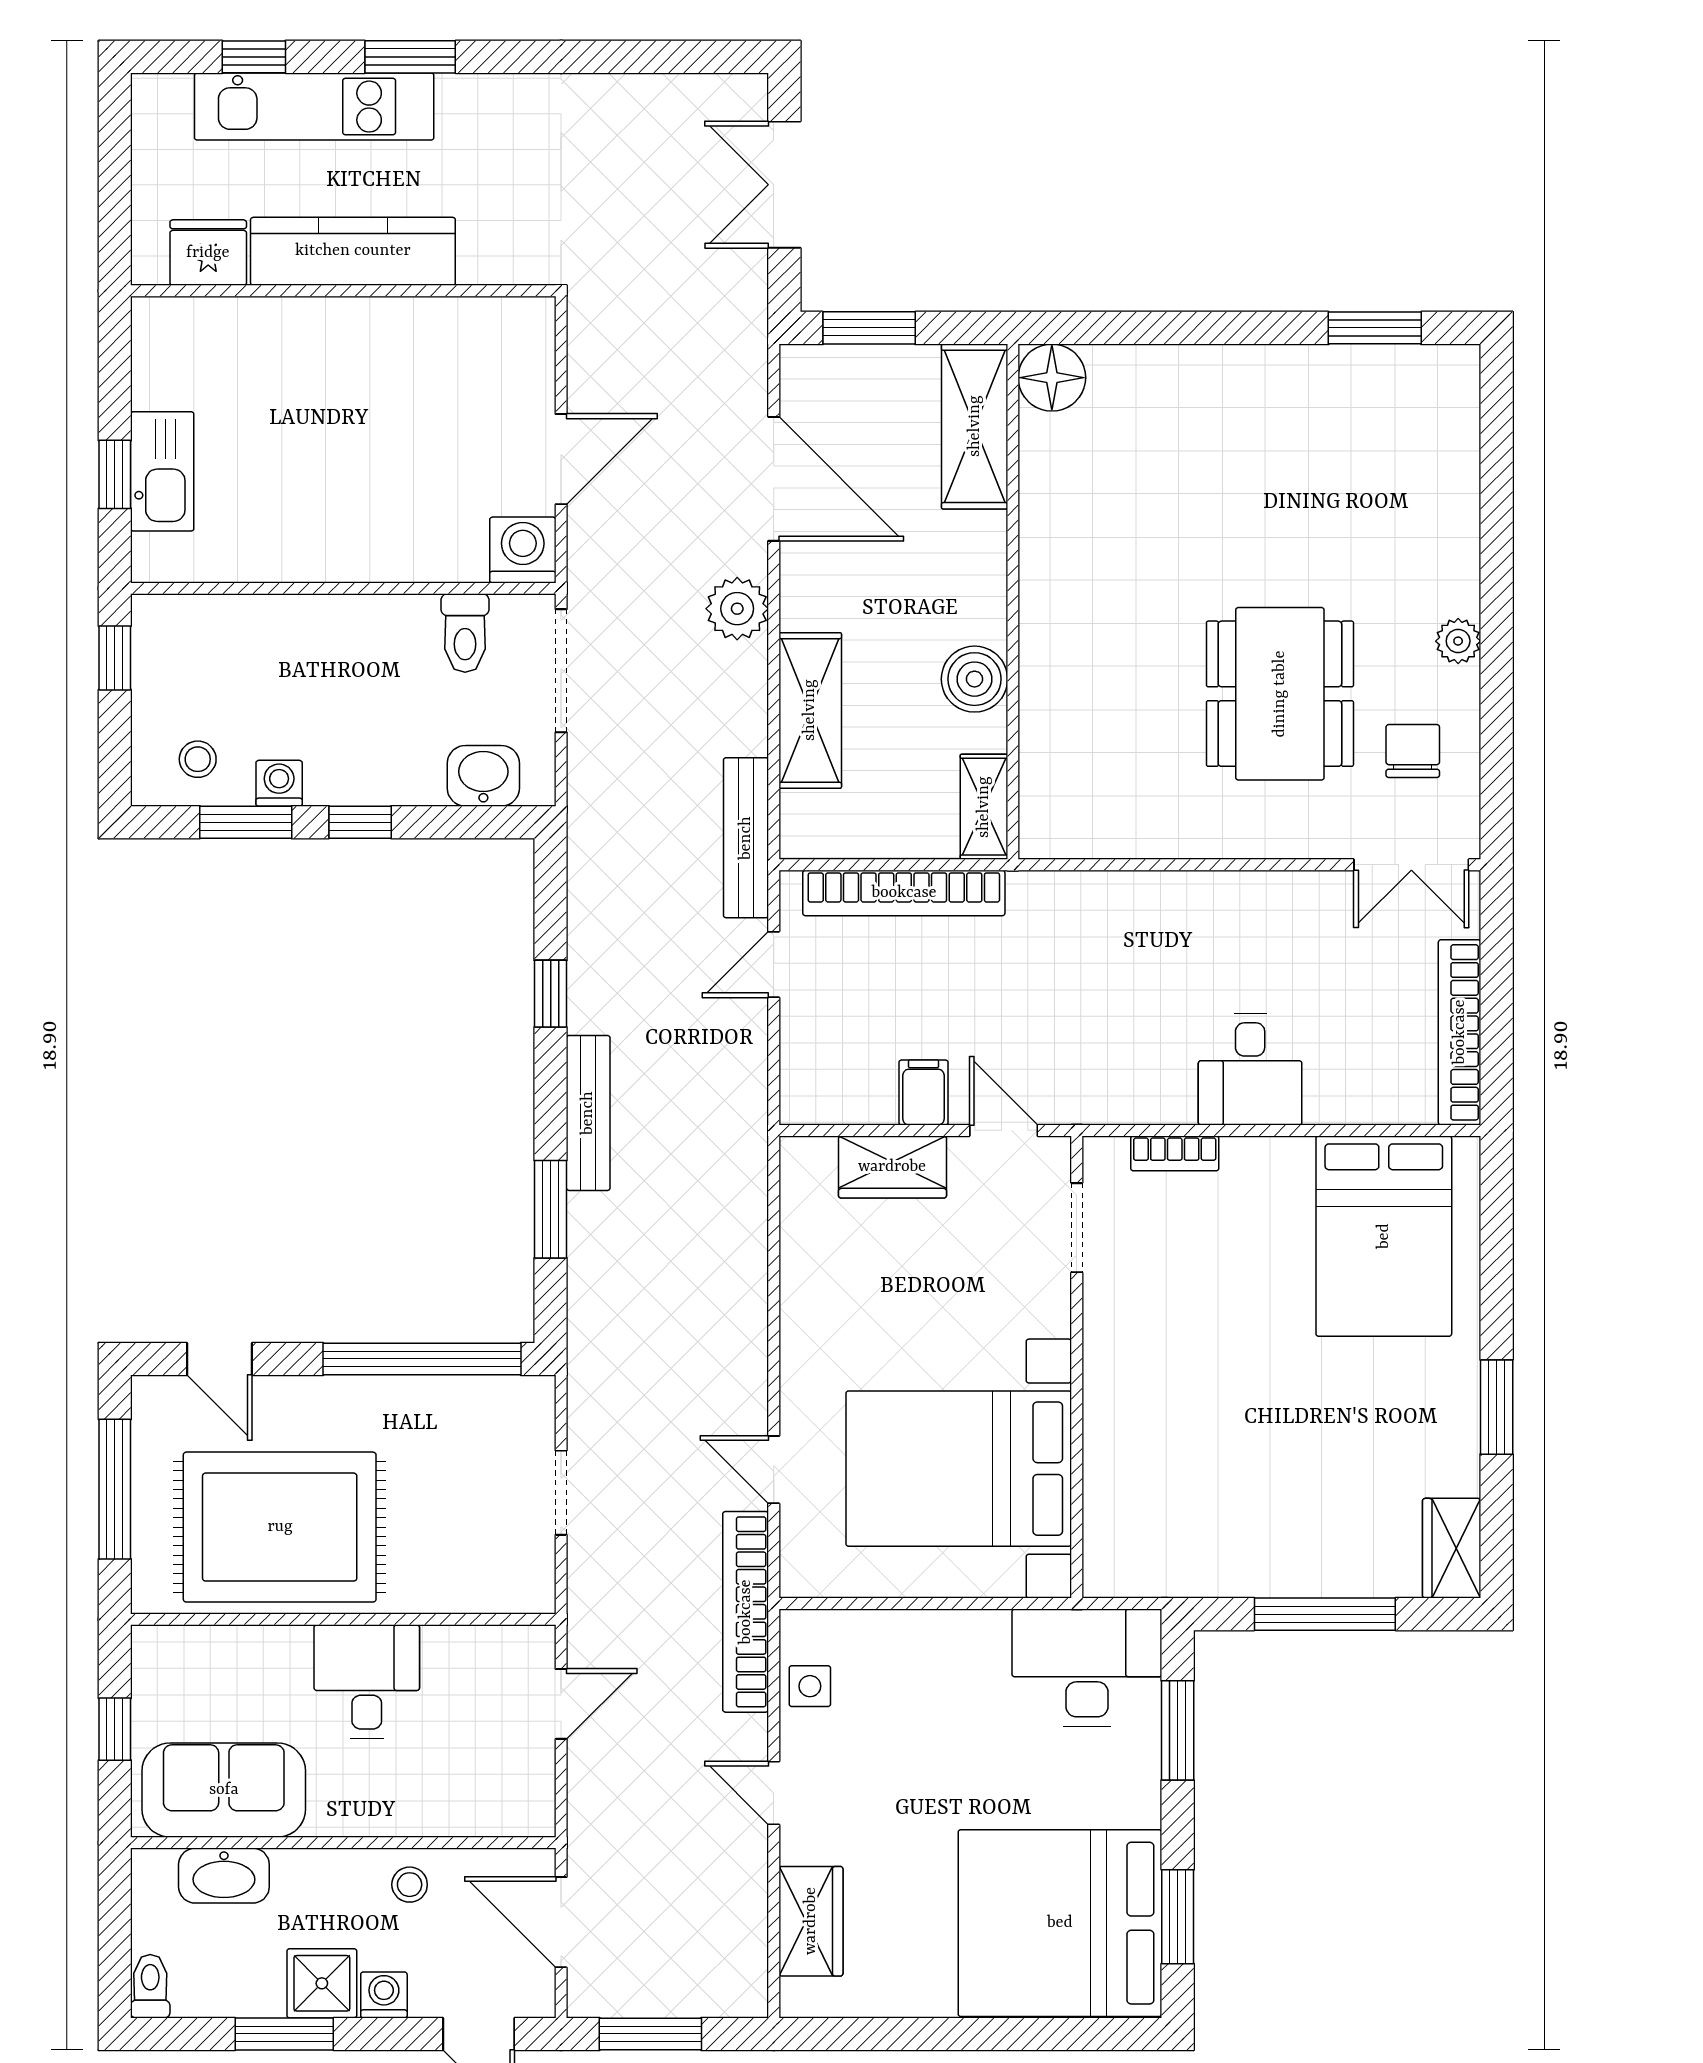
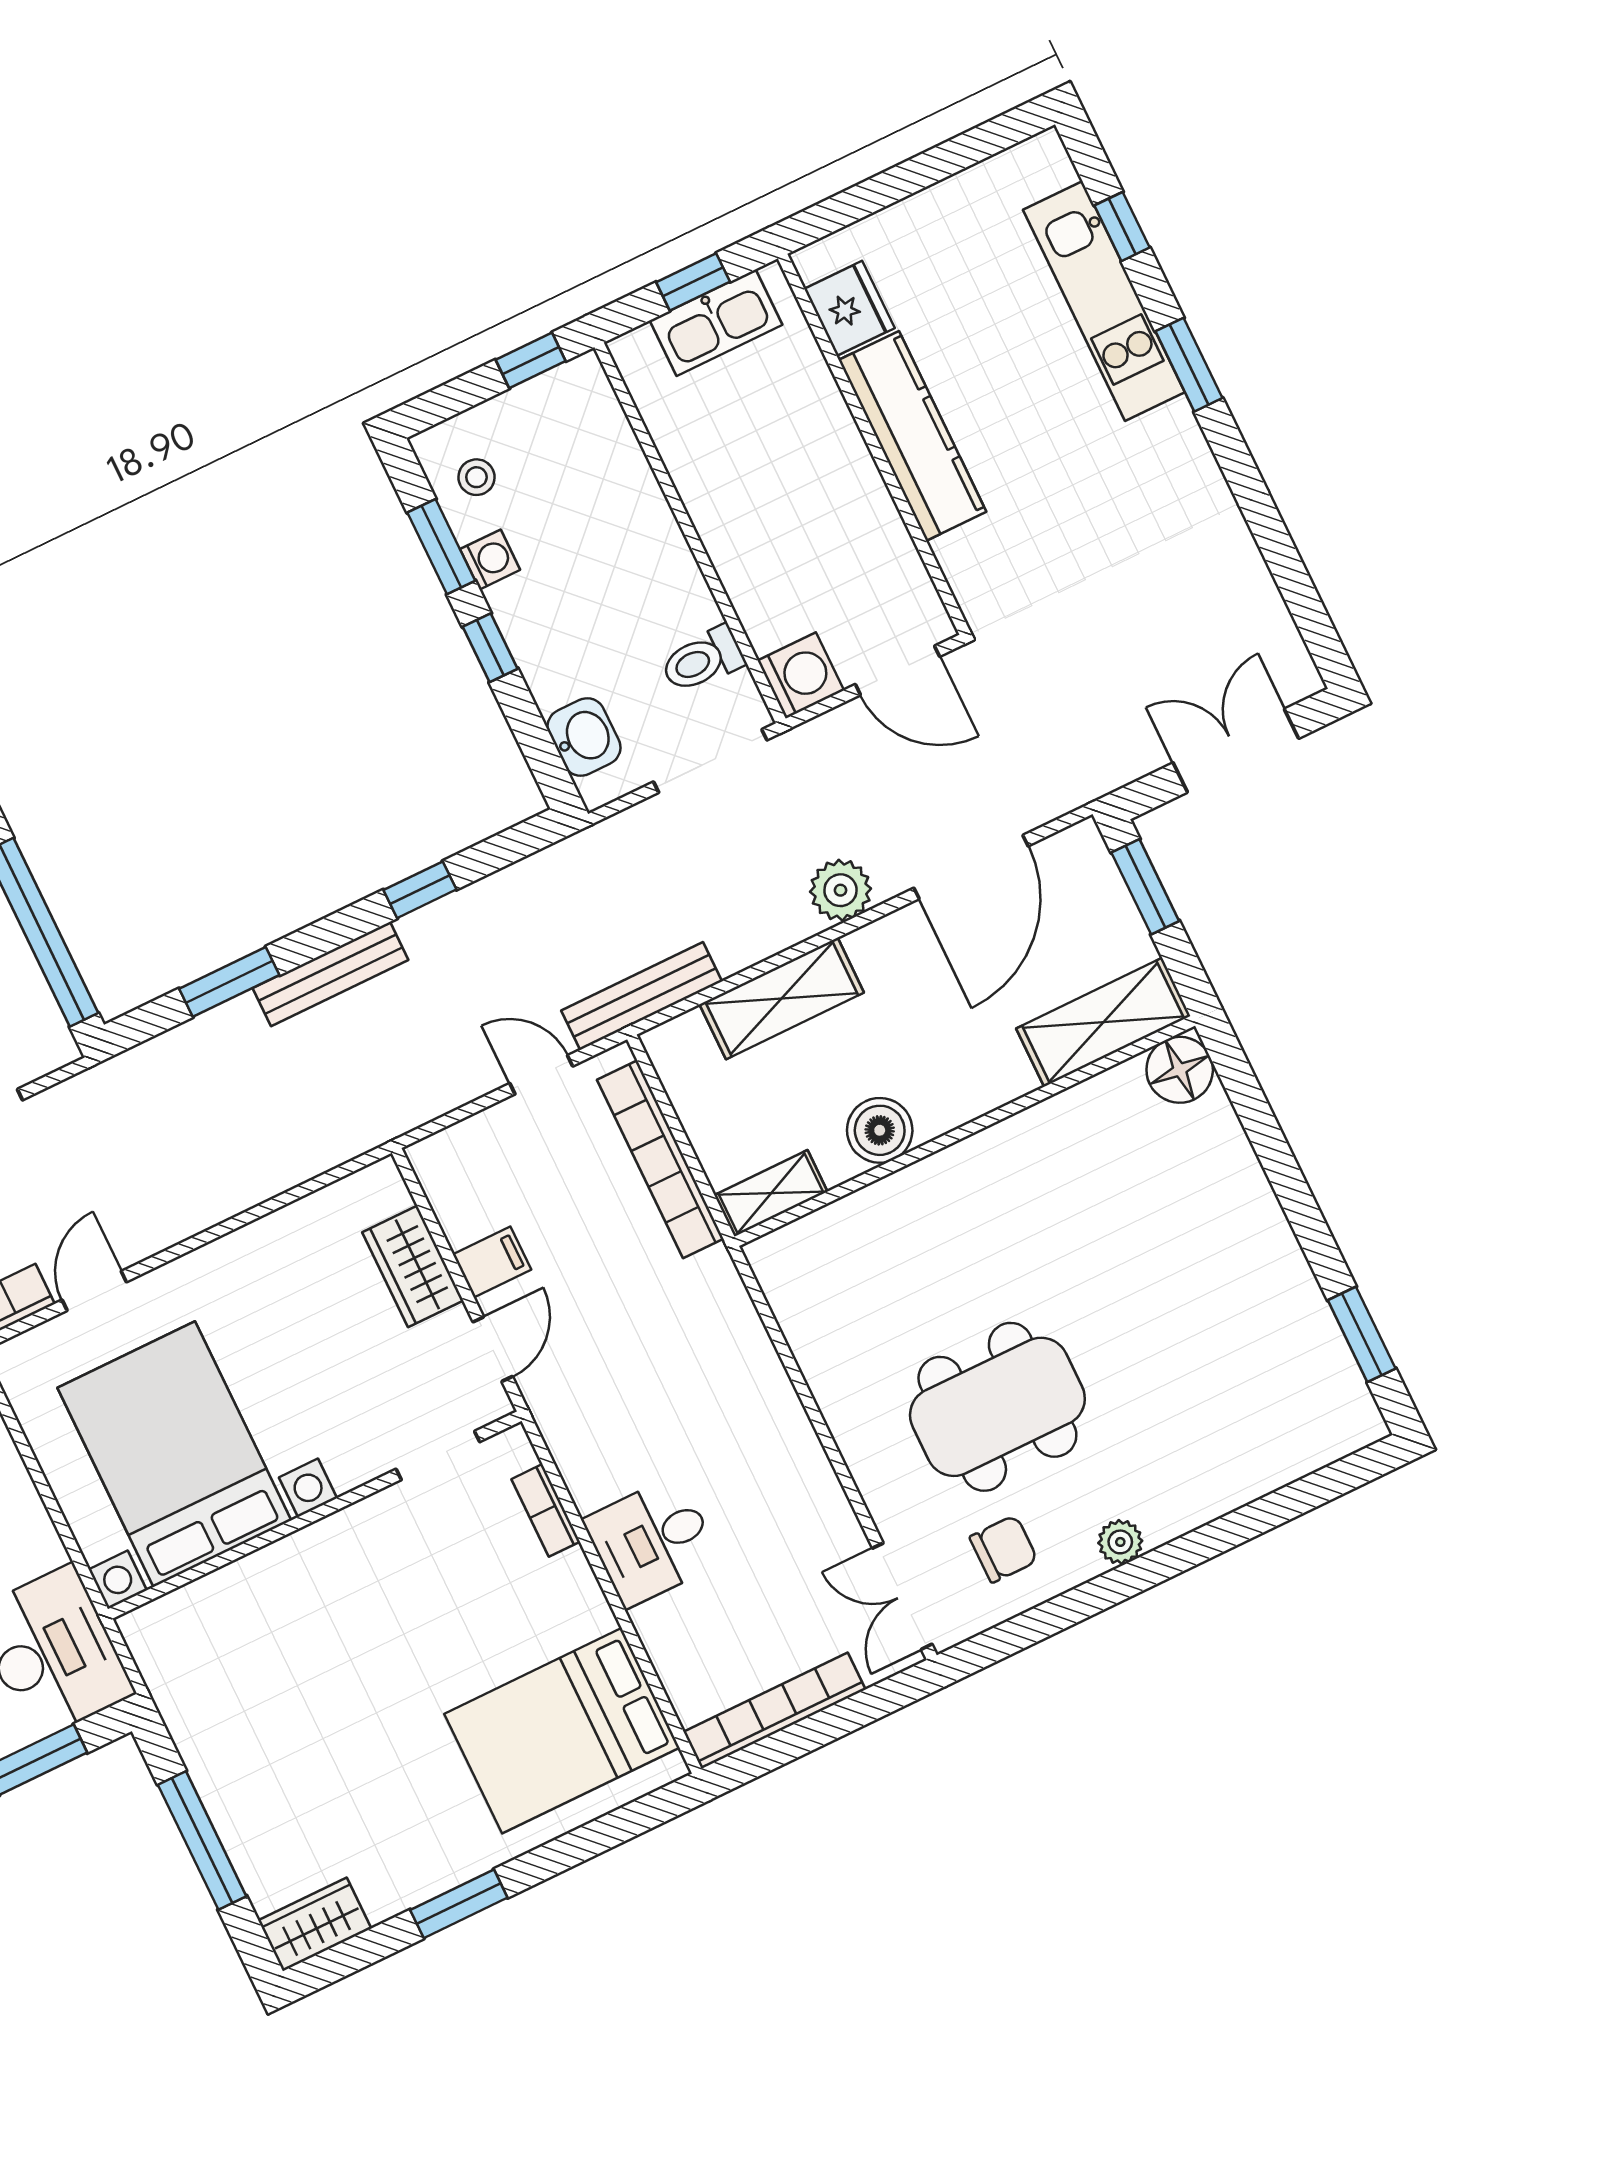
kitchen counter: (353, 251) -> (912, 436), moved
fridge: (208, 253) -> (849, 308), moved
wall: (343, 291) -> (873, 444), moved

